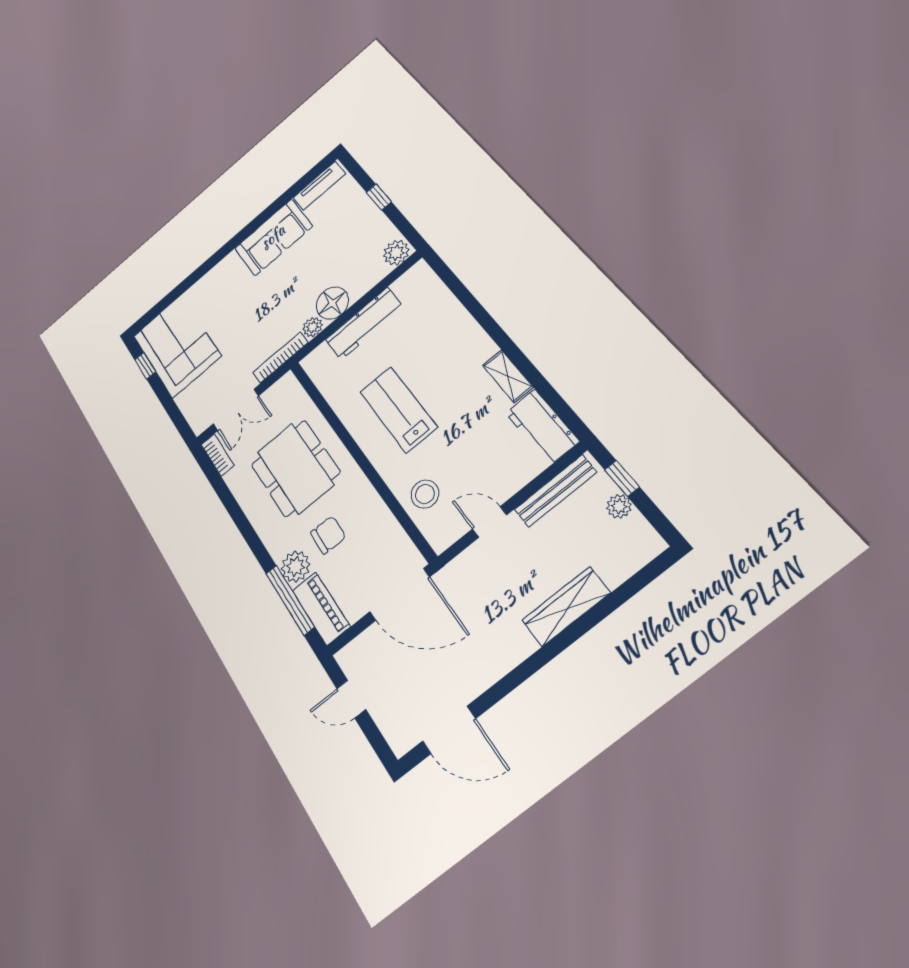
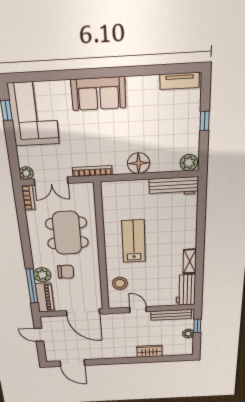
sofa: (273, 237) -> (98, 94), moved
workbench: (364, 323) -> (174, 186), moved
plant: (313, 327) -> (26, 173), moved
wardrobe: (566, 607) -> (149, 351), width x0.67

